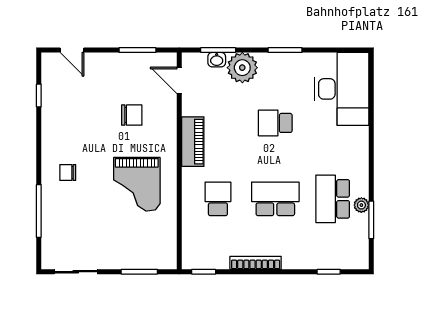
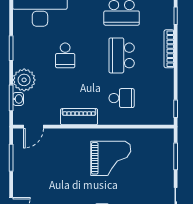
chair: (132, 115) -> (59, 162), removed
school desk: (218, 199) -> (122, 98), turned 180
bookcase: (256, 263) -> (169, 49), moved

